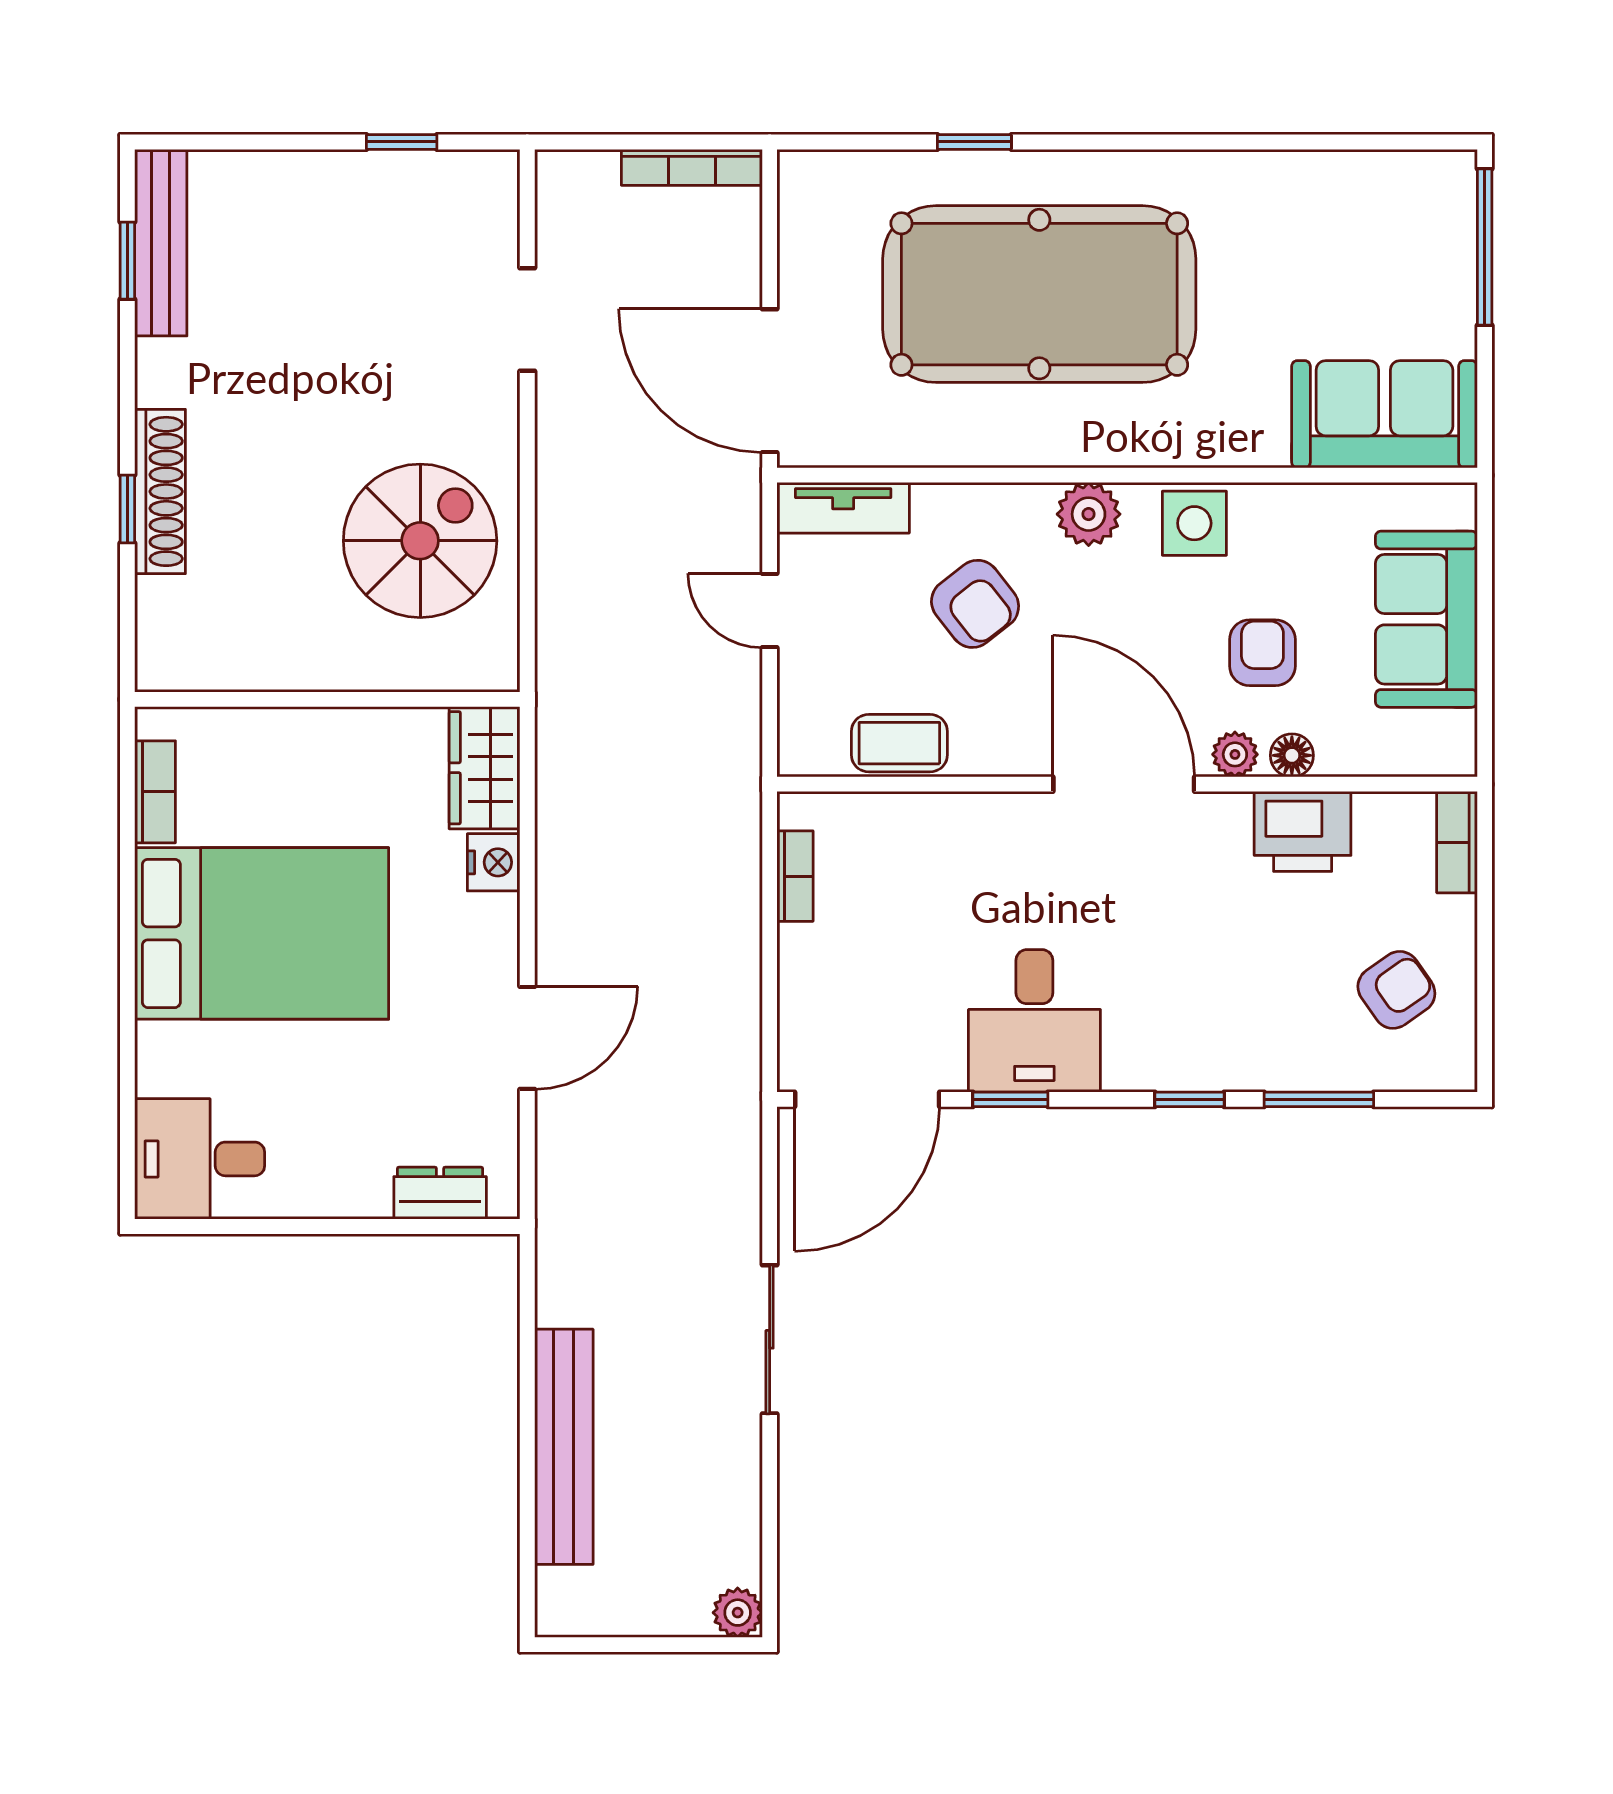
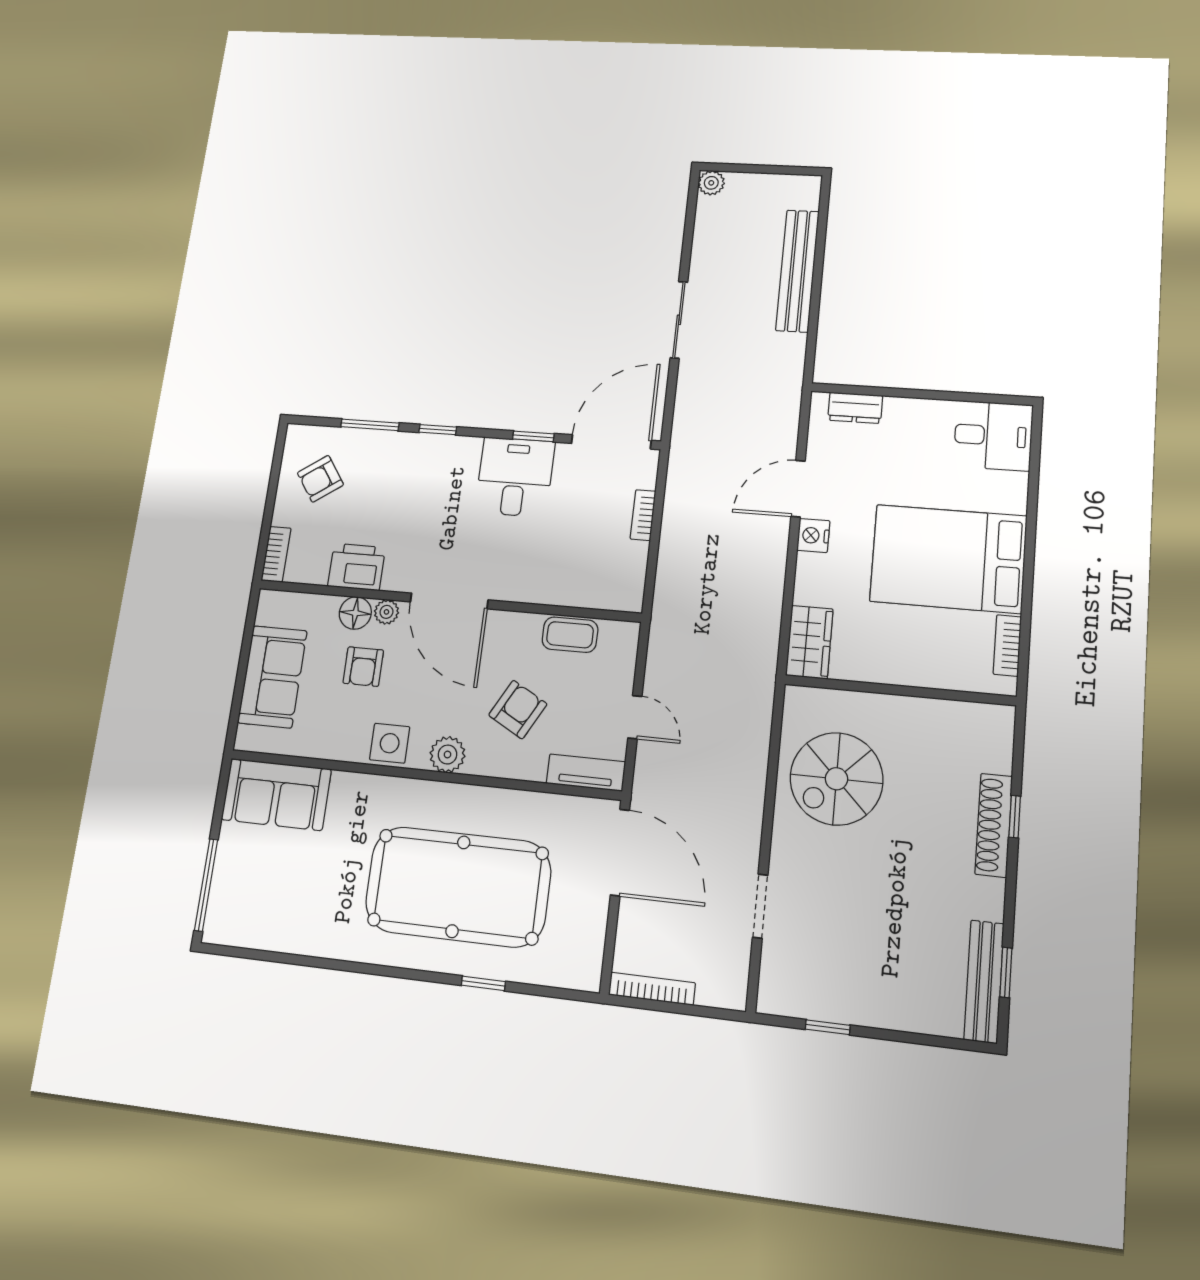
armchair: (975, 604) -> (518, 710), turned 67
floor lamp: (1292, 755) -> (355, 613), width x1.37, depth x1.37
nightstand: (494, 862) -> (813, 535), moved
bookcase: (795, 876) -> (643, 515), moved

